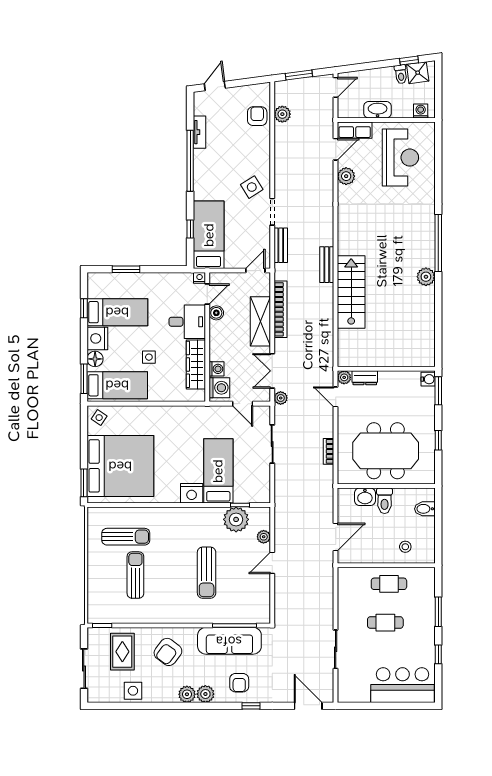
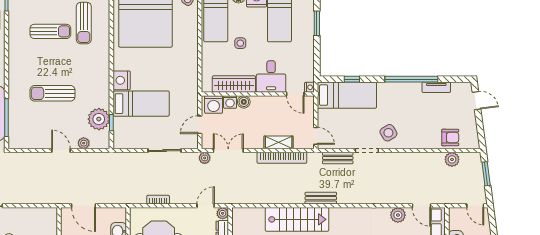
boiler: (216, 313) -> (244, 102), moved
shelving: (260, 321) -> (279, 142), width x0.67, depth x0.75

